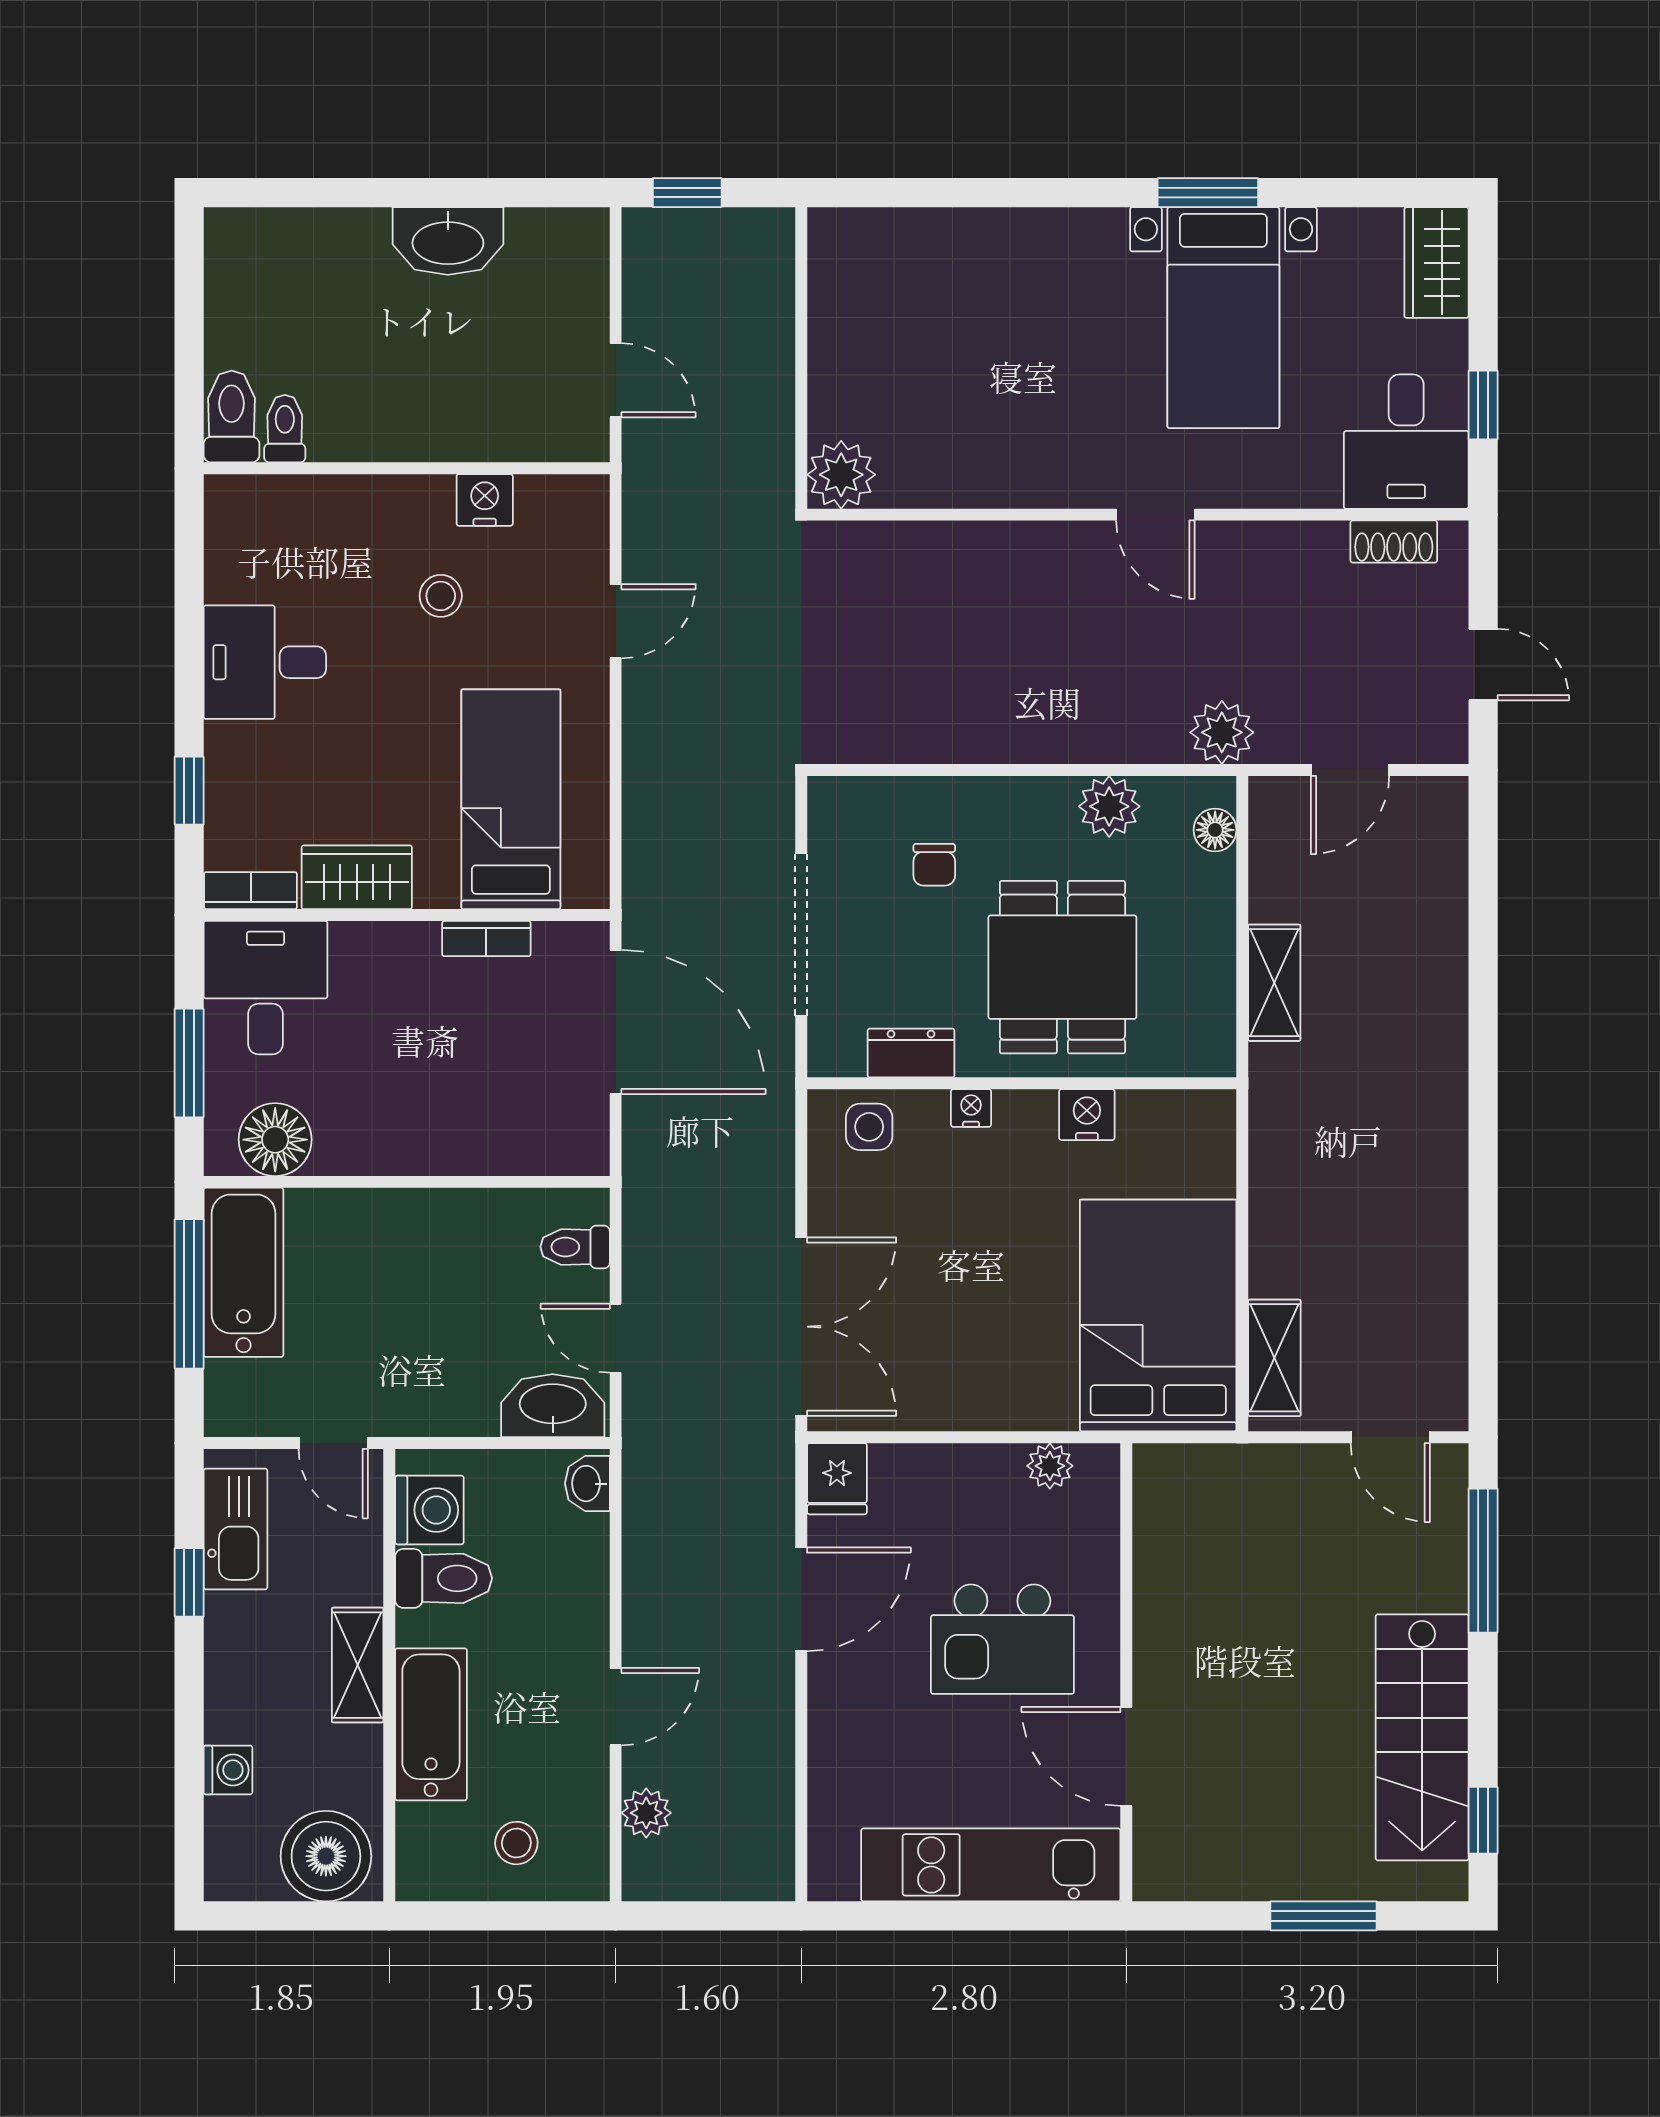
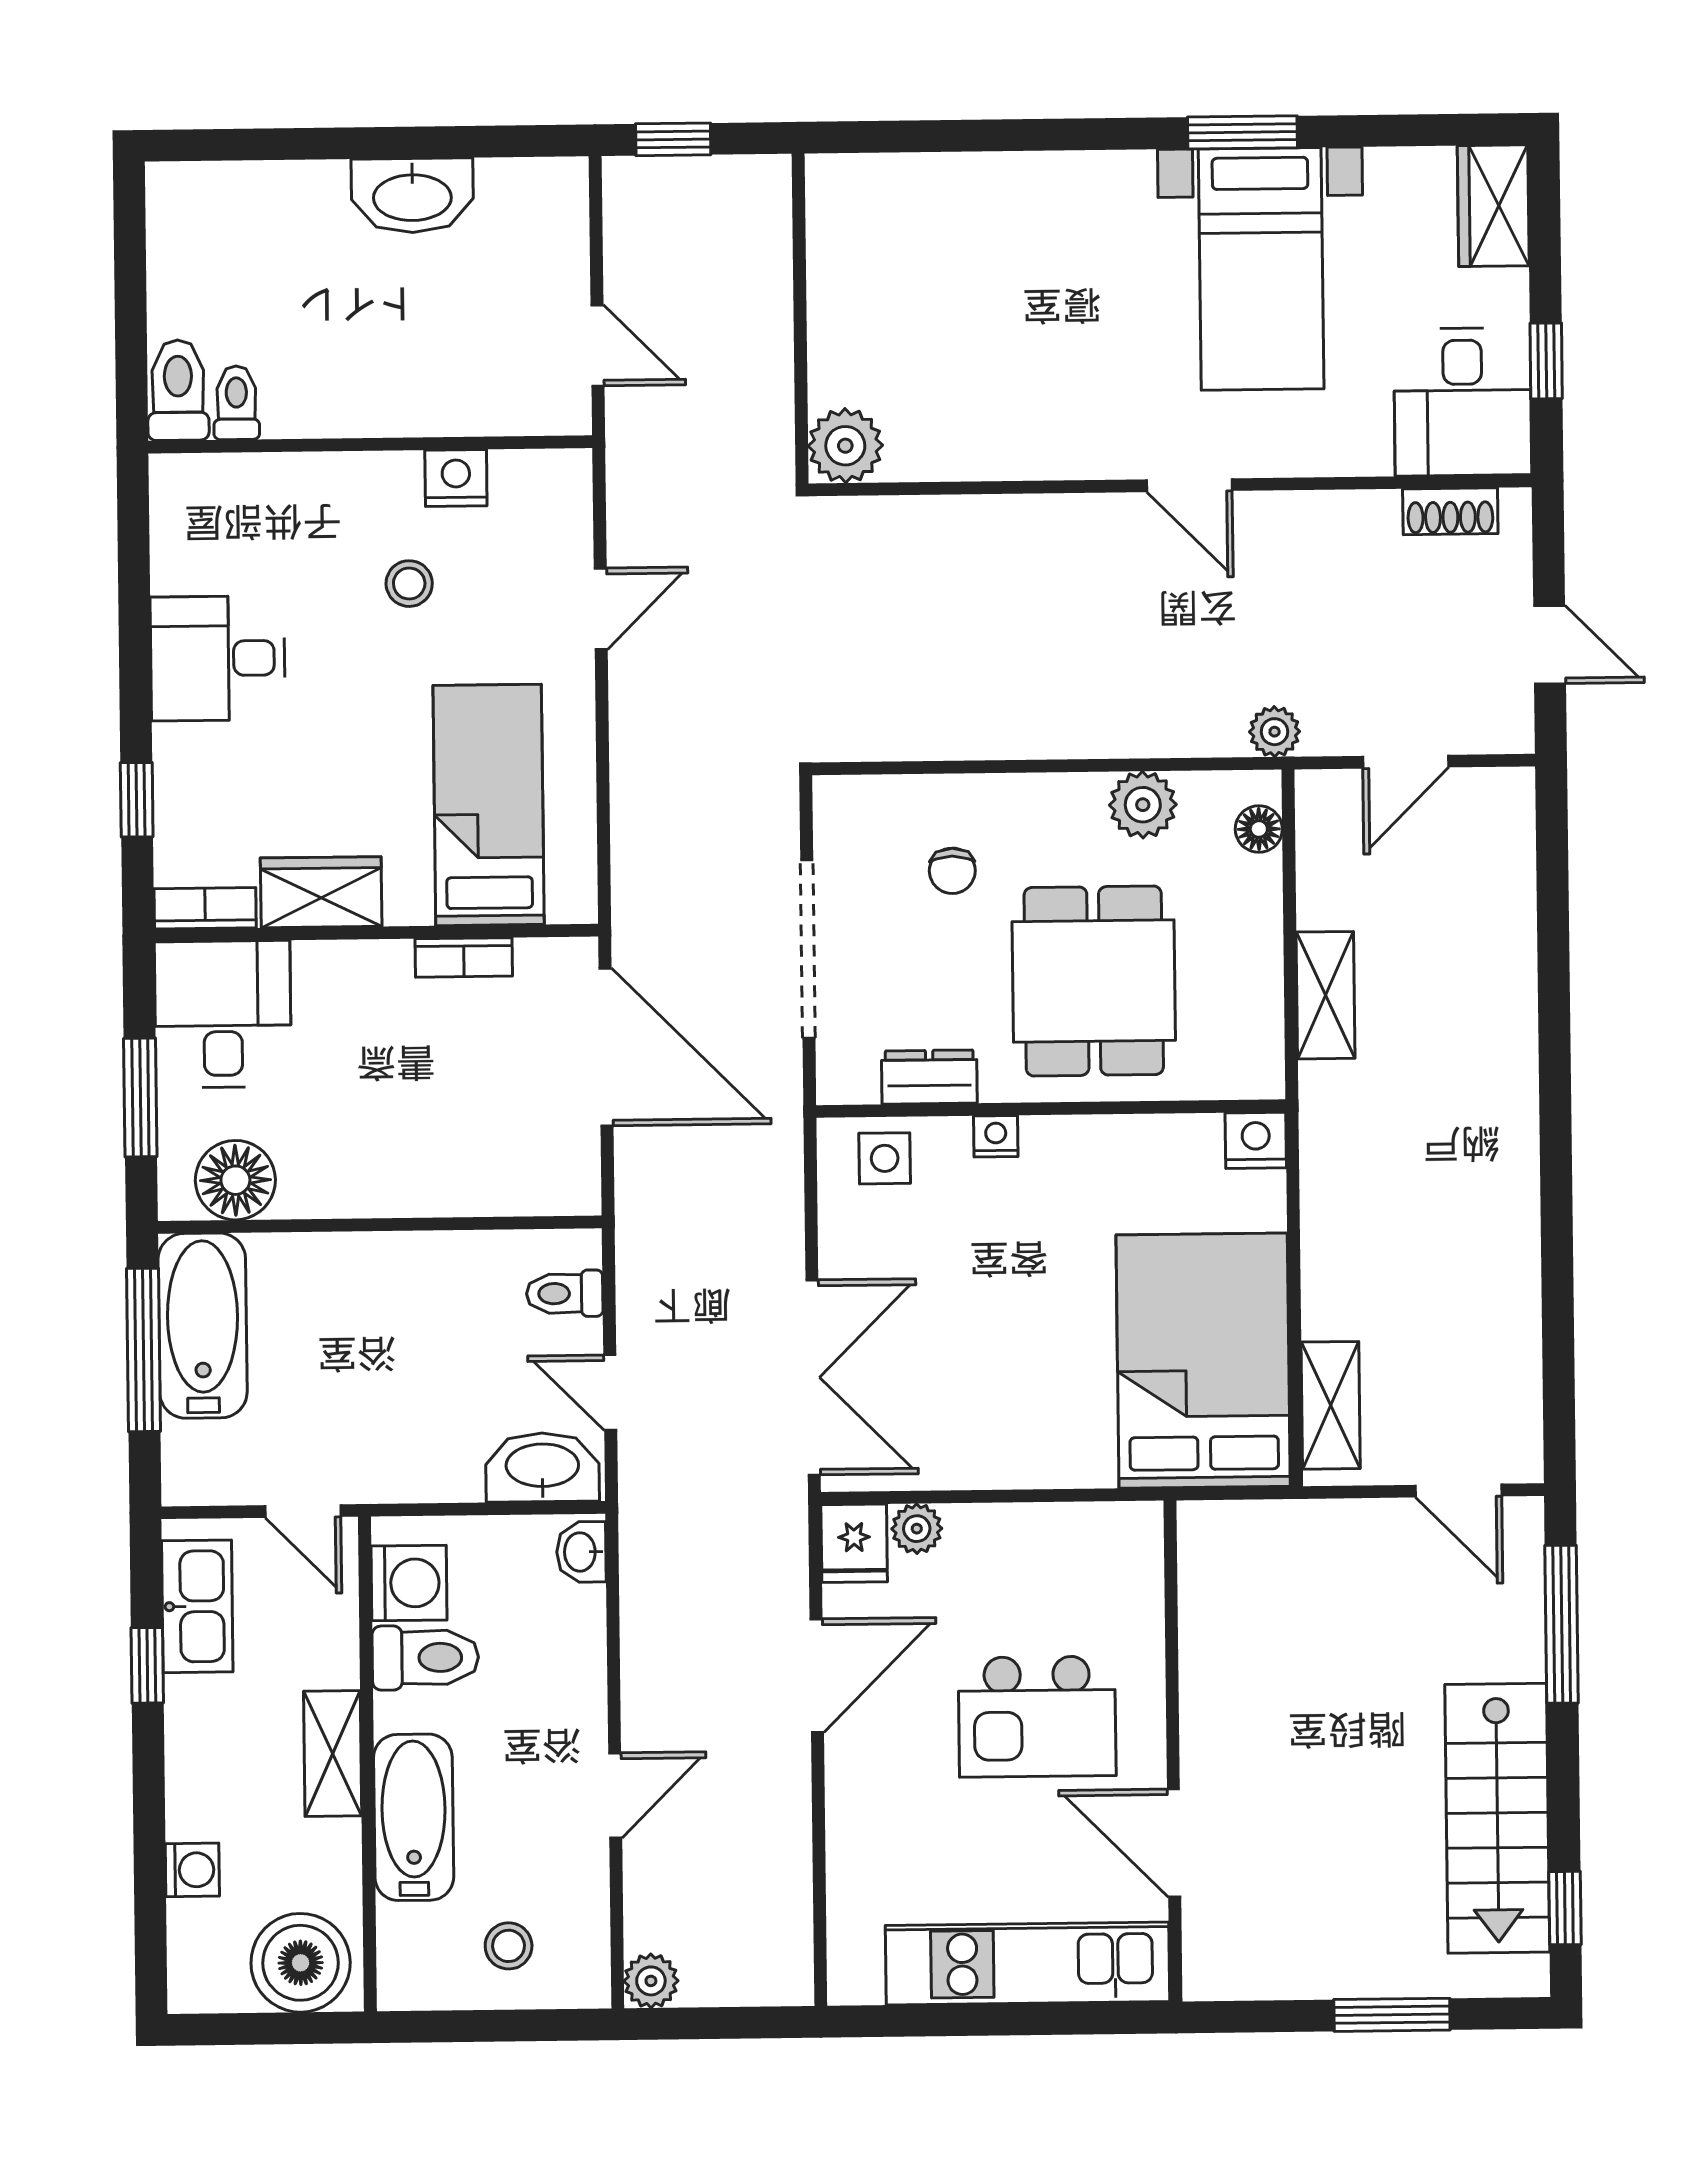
plant: (1222, 732) -> (1275, 732), width x0.73, depth x0.73
nightstand: (1087, 1115) -> (1256, 1140), moved
plant: (1050, 1466) -> (917, 1529), moved
plant: (646, 1813) -> (651, 1981), moved

